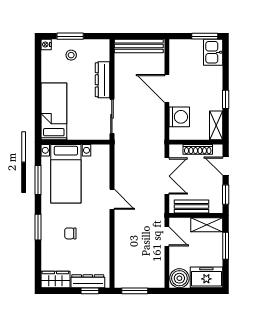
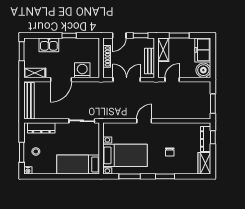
kitchen sink: (213, 52) -> (49, 45), moved
dresser: (103, 80) -> (41, 128), moved
shelving: (216, 125) -> (35, 73), moved

